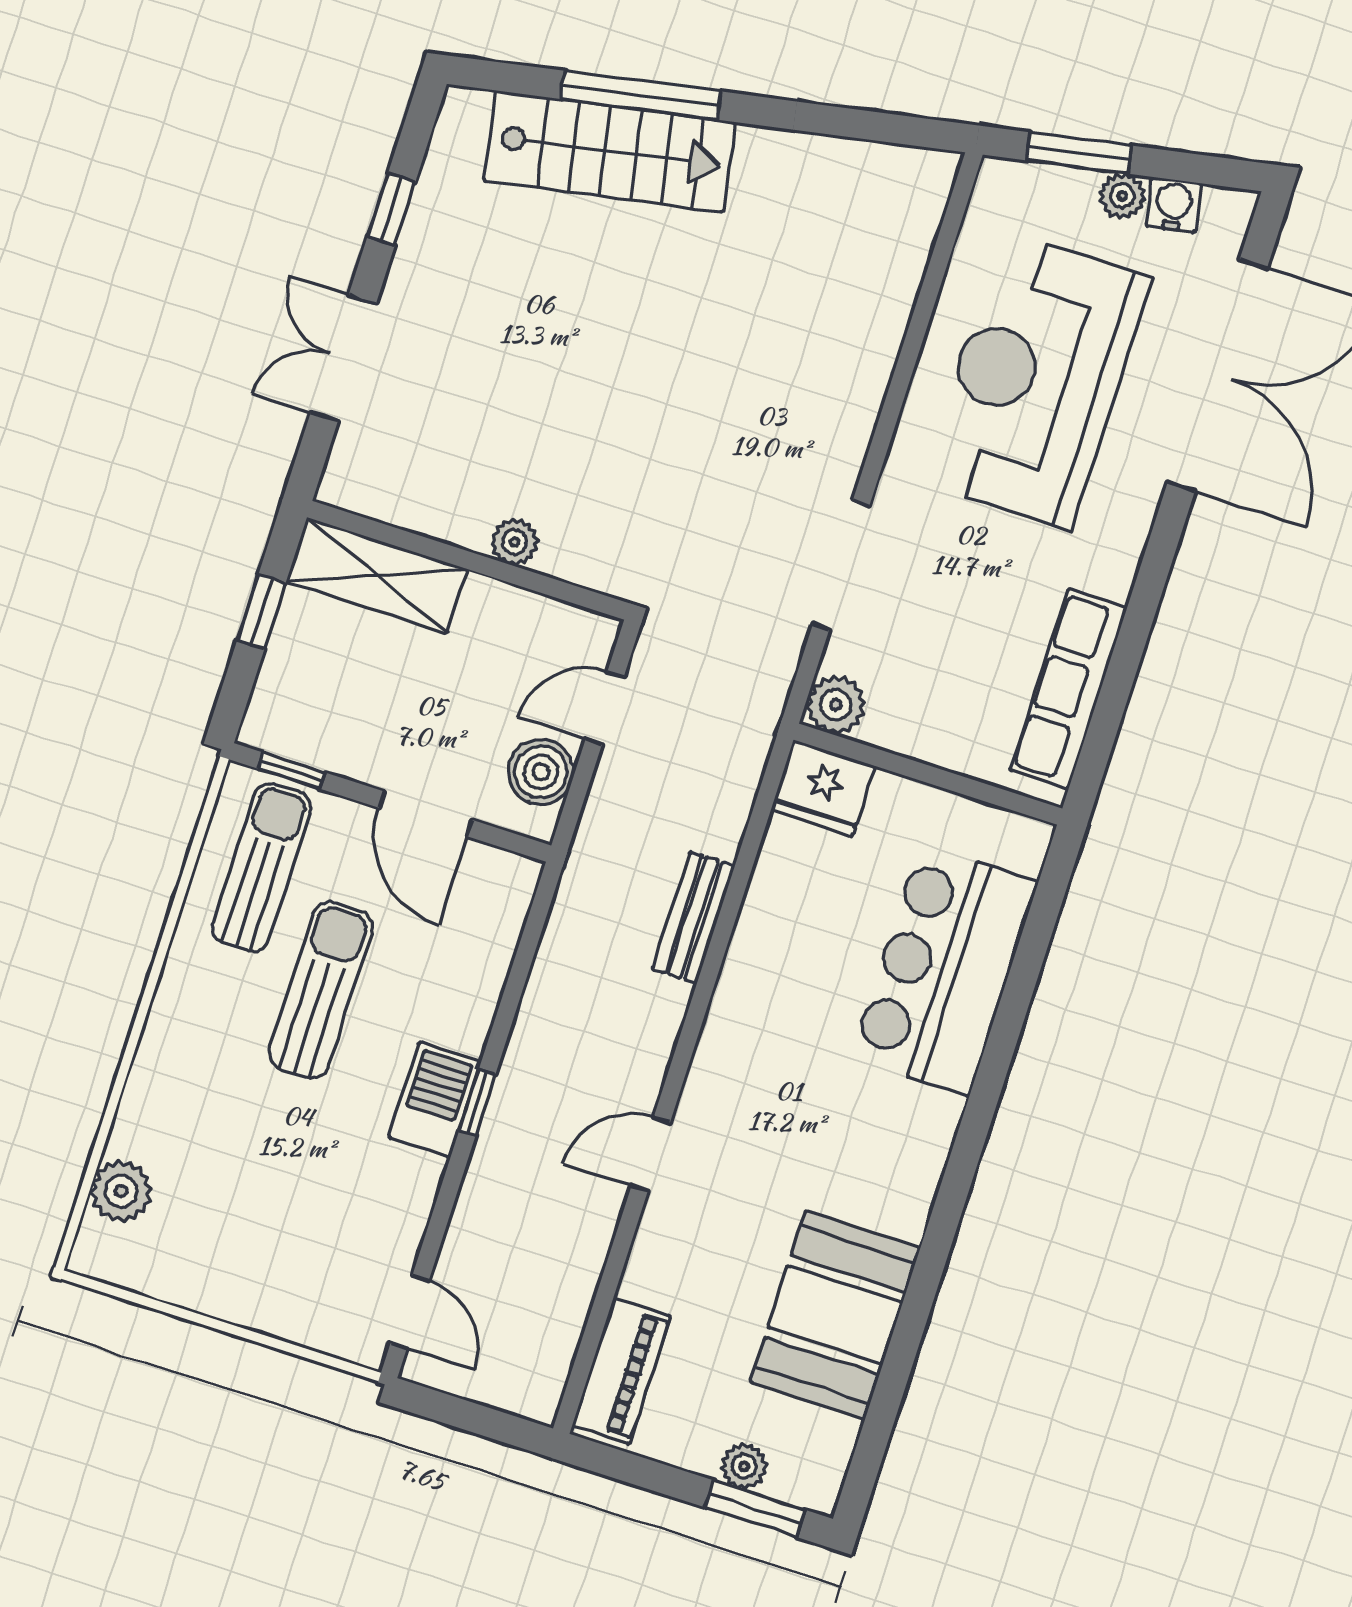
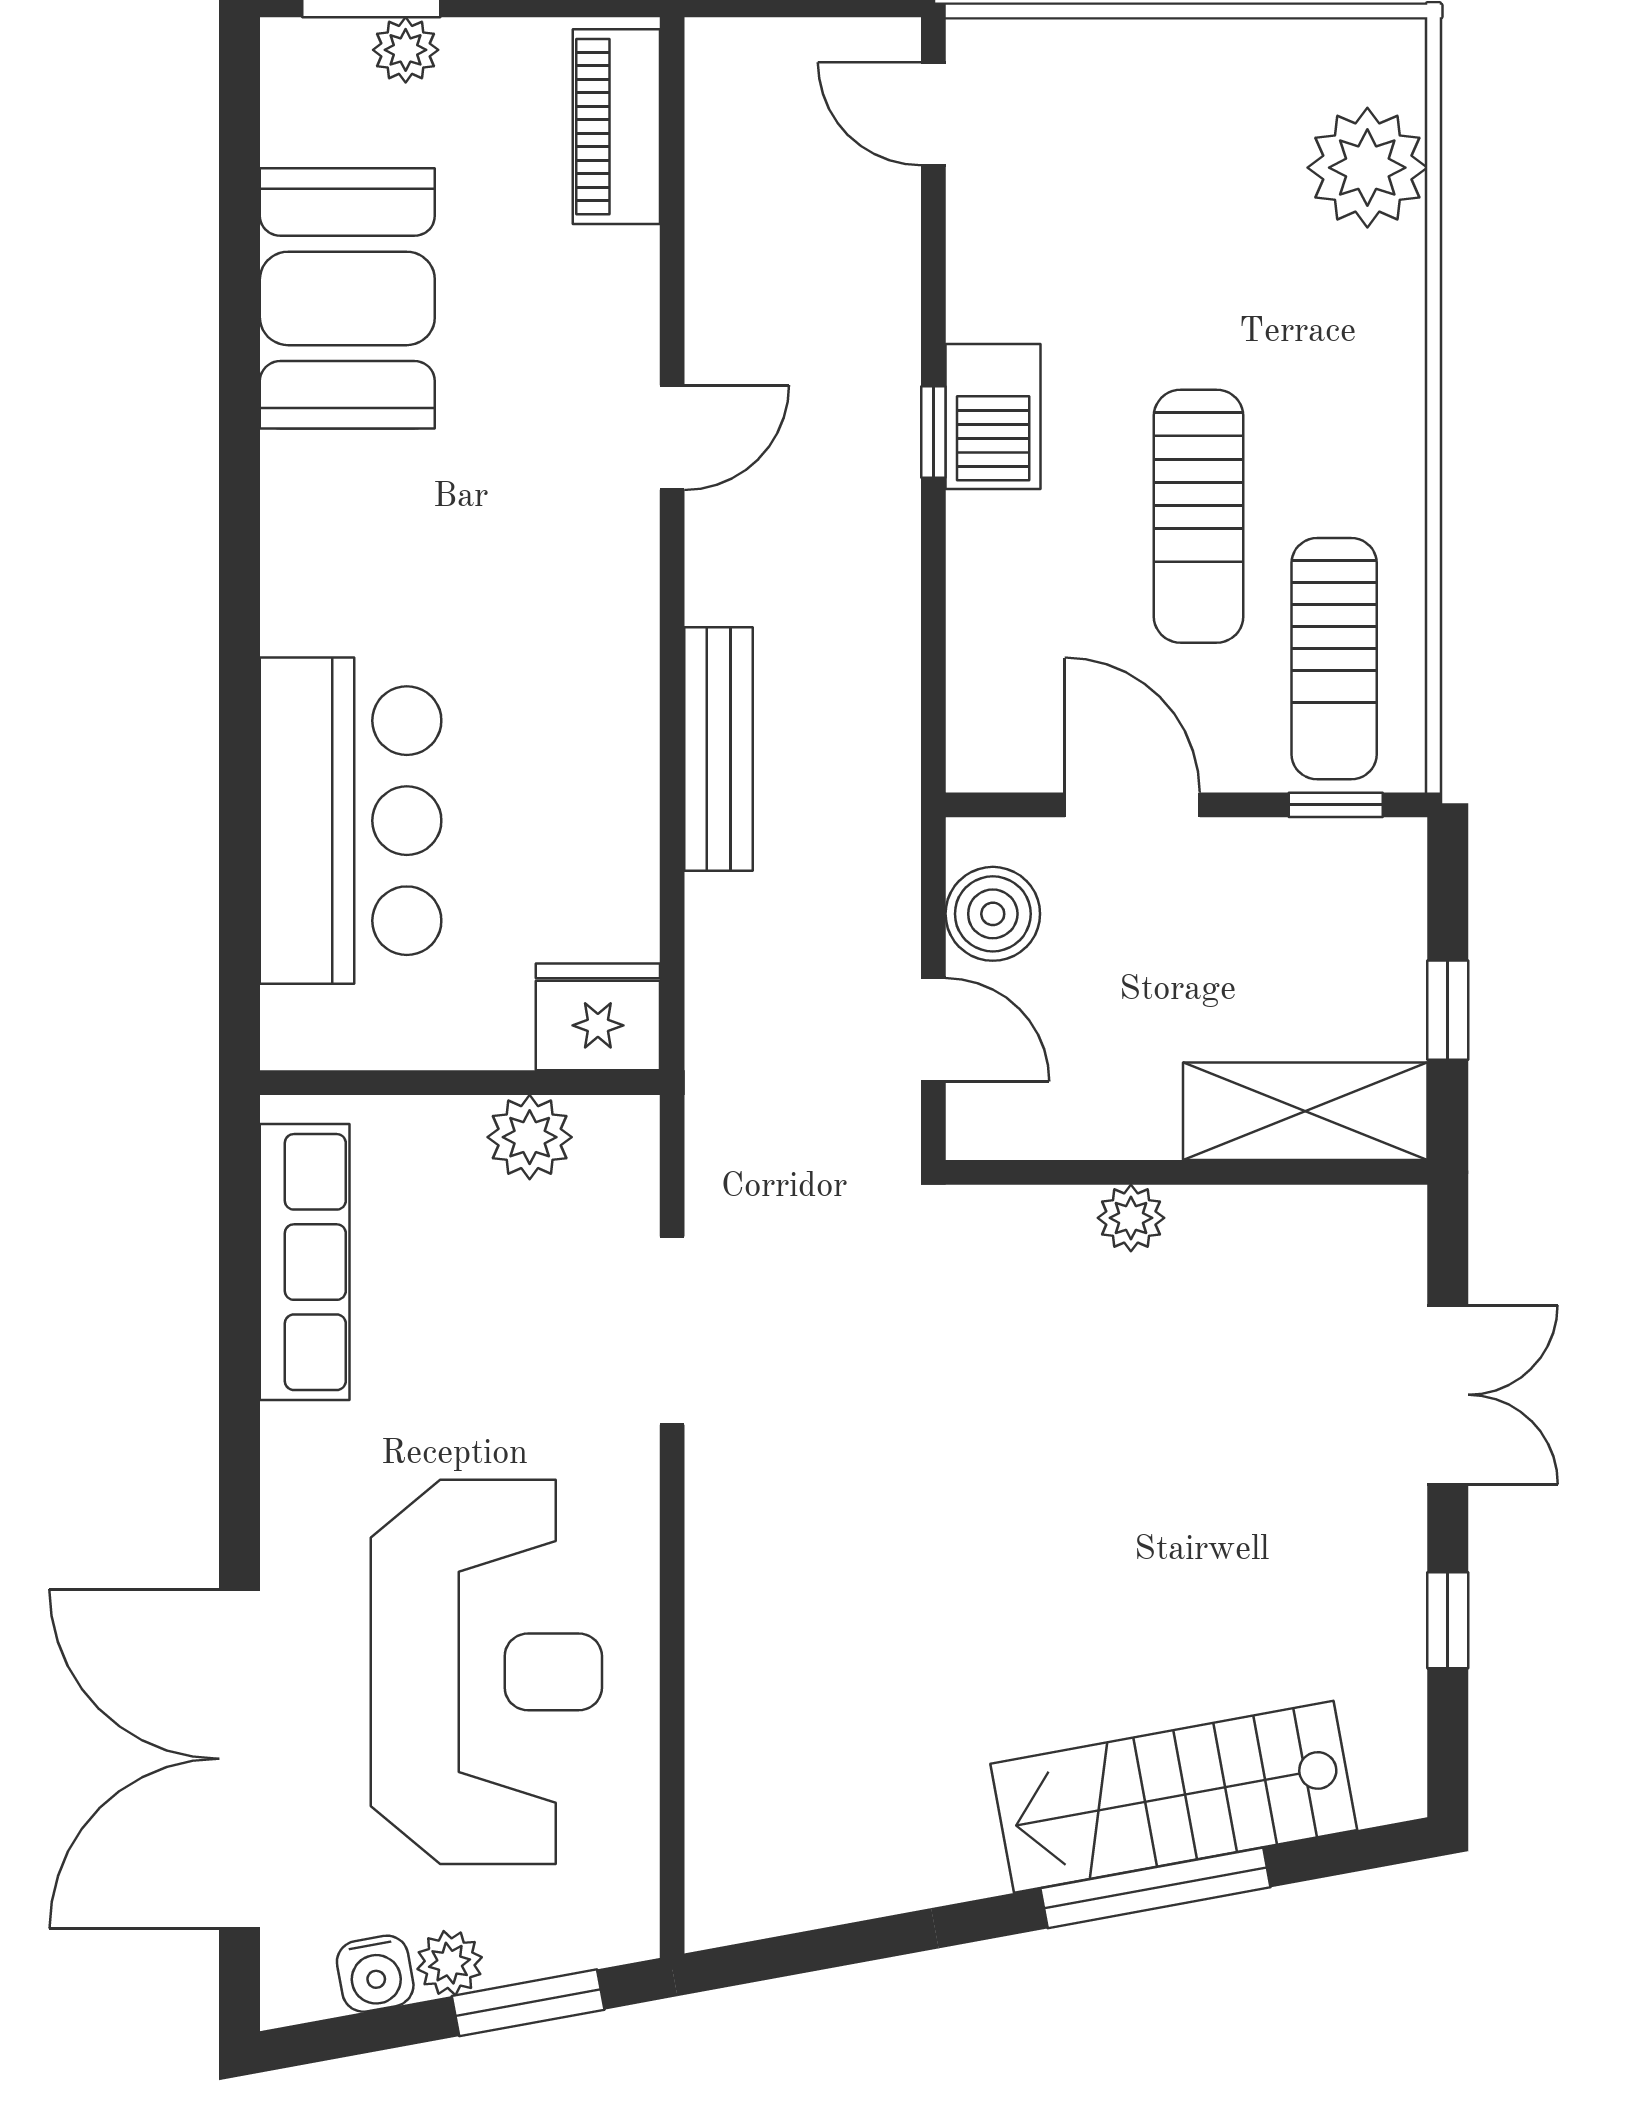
plant: (836, 705) -> (530, 1137), moved
door: (605, 708) -> (933, 1030), hinge flipped
bench: (693, 918) -> (719, 749), width x1.36
plant: (121, 1191) -> (1367, 168), width x1.36, depth x1.36

